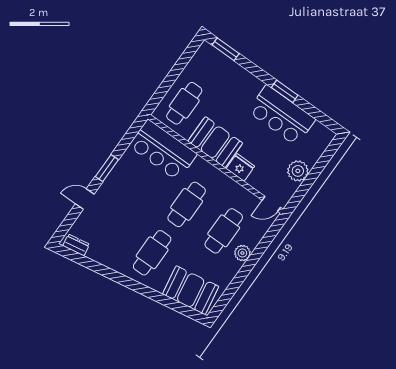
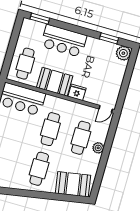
window: (285, 91) -> (109, 38), moved
bar counter: (282, 115) -> (64, 41), moved
plant: (298, 171) -> (123, 53), moved

